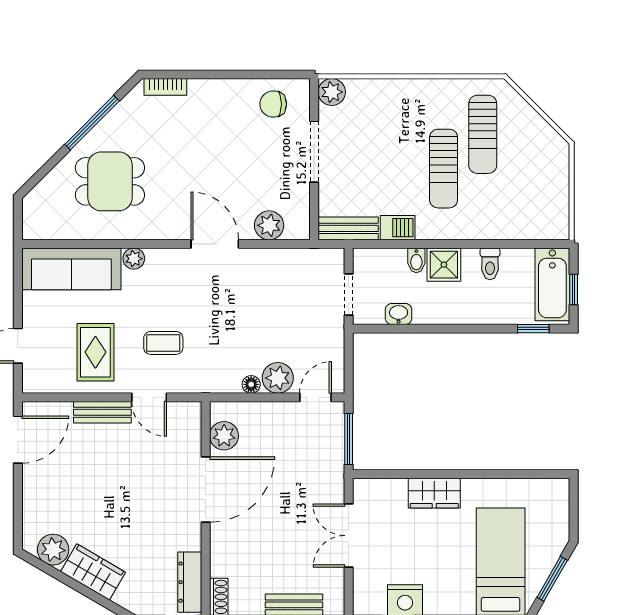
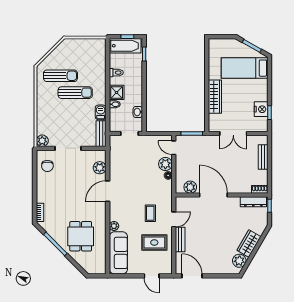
wardrobe: (434, 493) -> (215, 97), width x1.50

